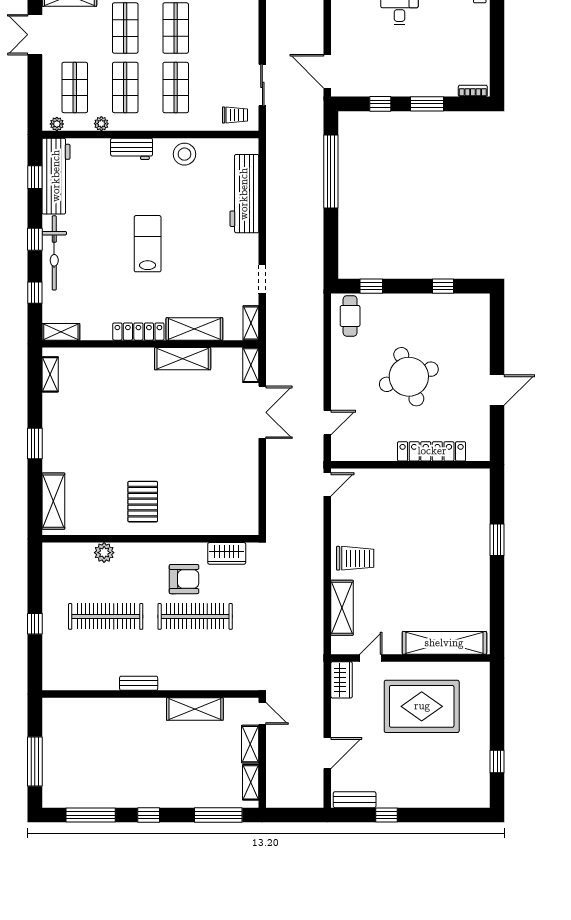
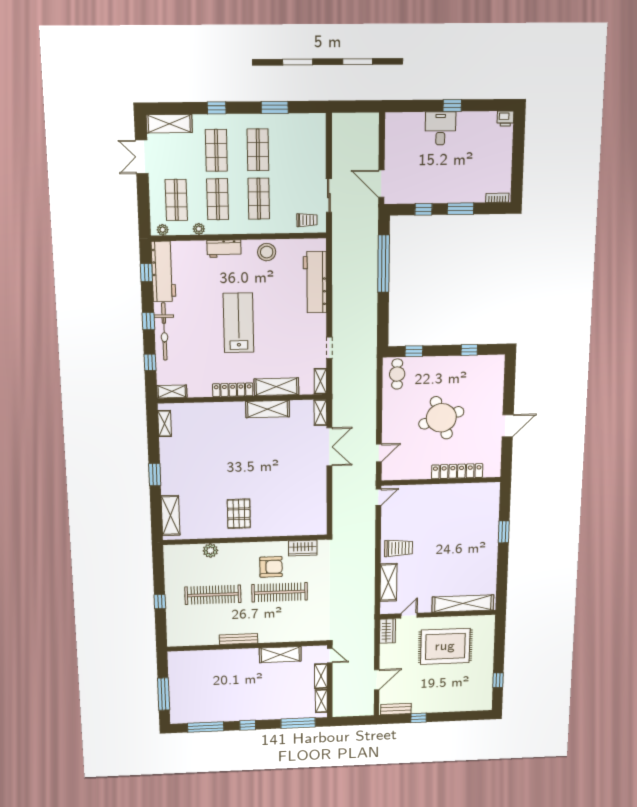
lab bench: (148, 244) -> (238, 323), width x1.36, depth x1.39
bench: (139, 683) -> (239, 639), width x1.36

